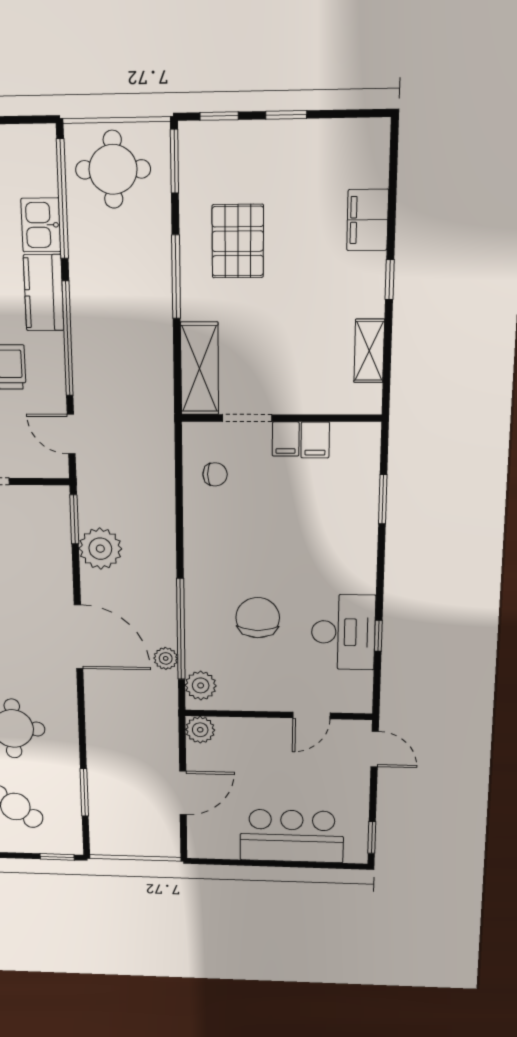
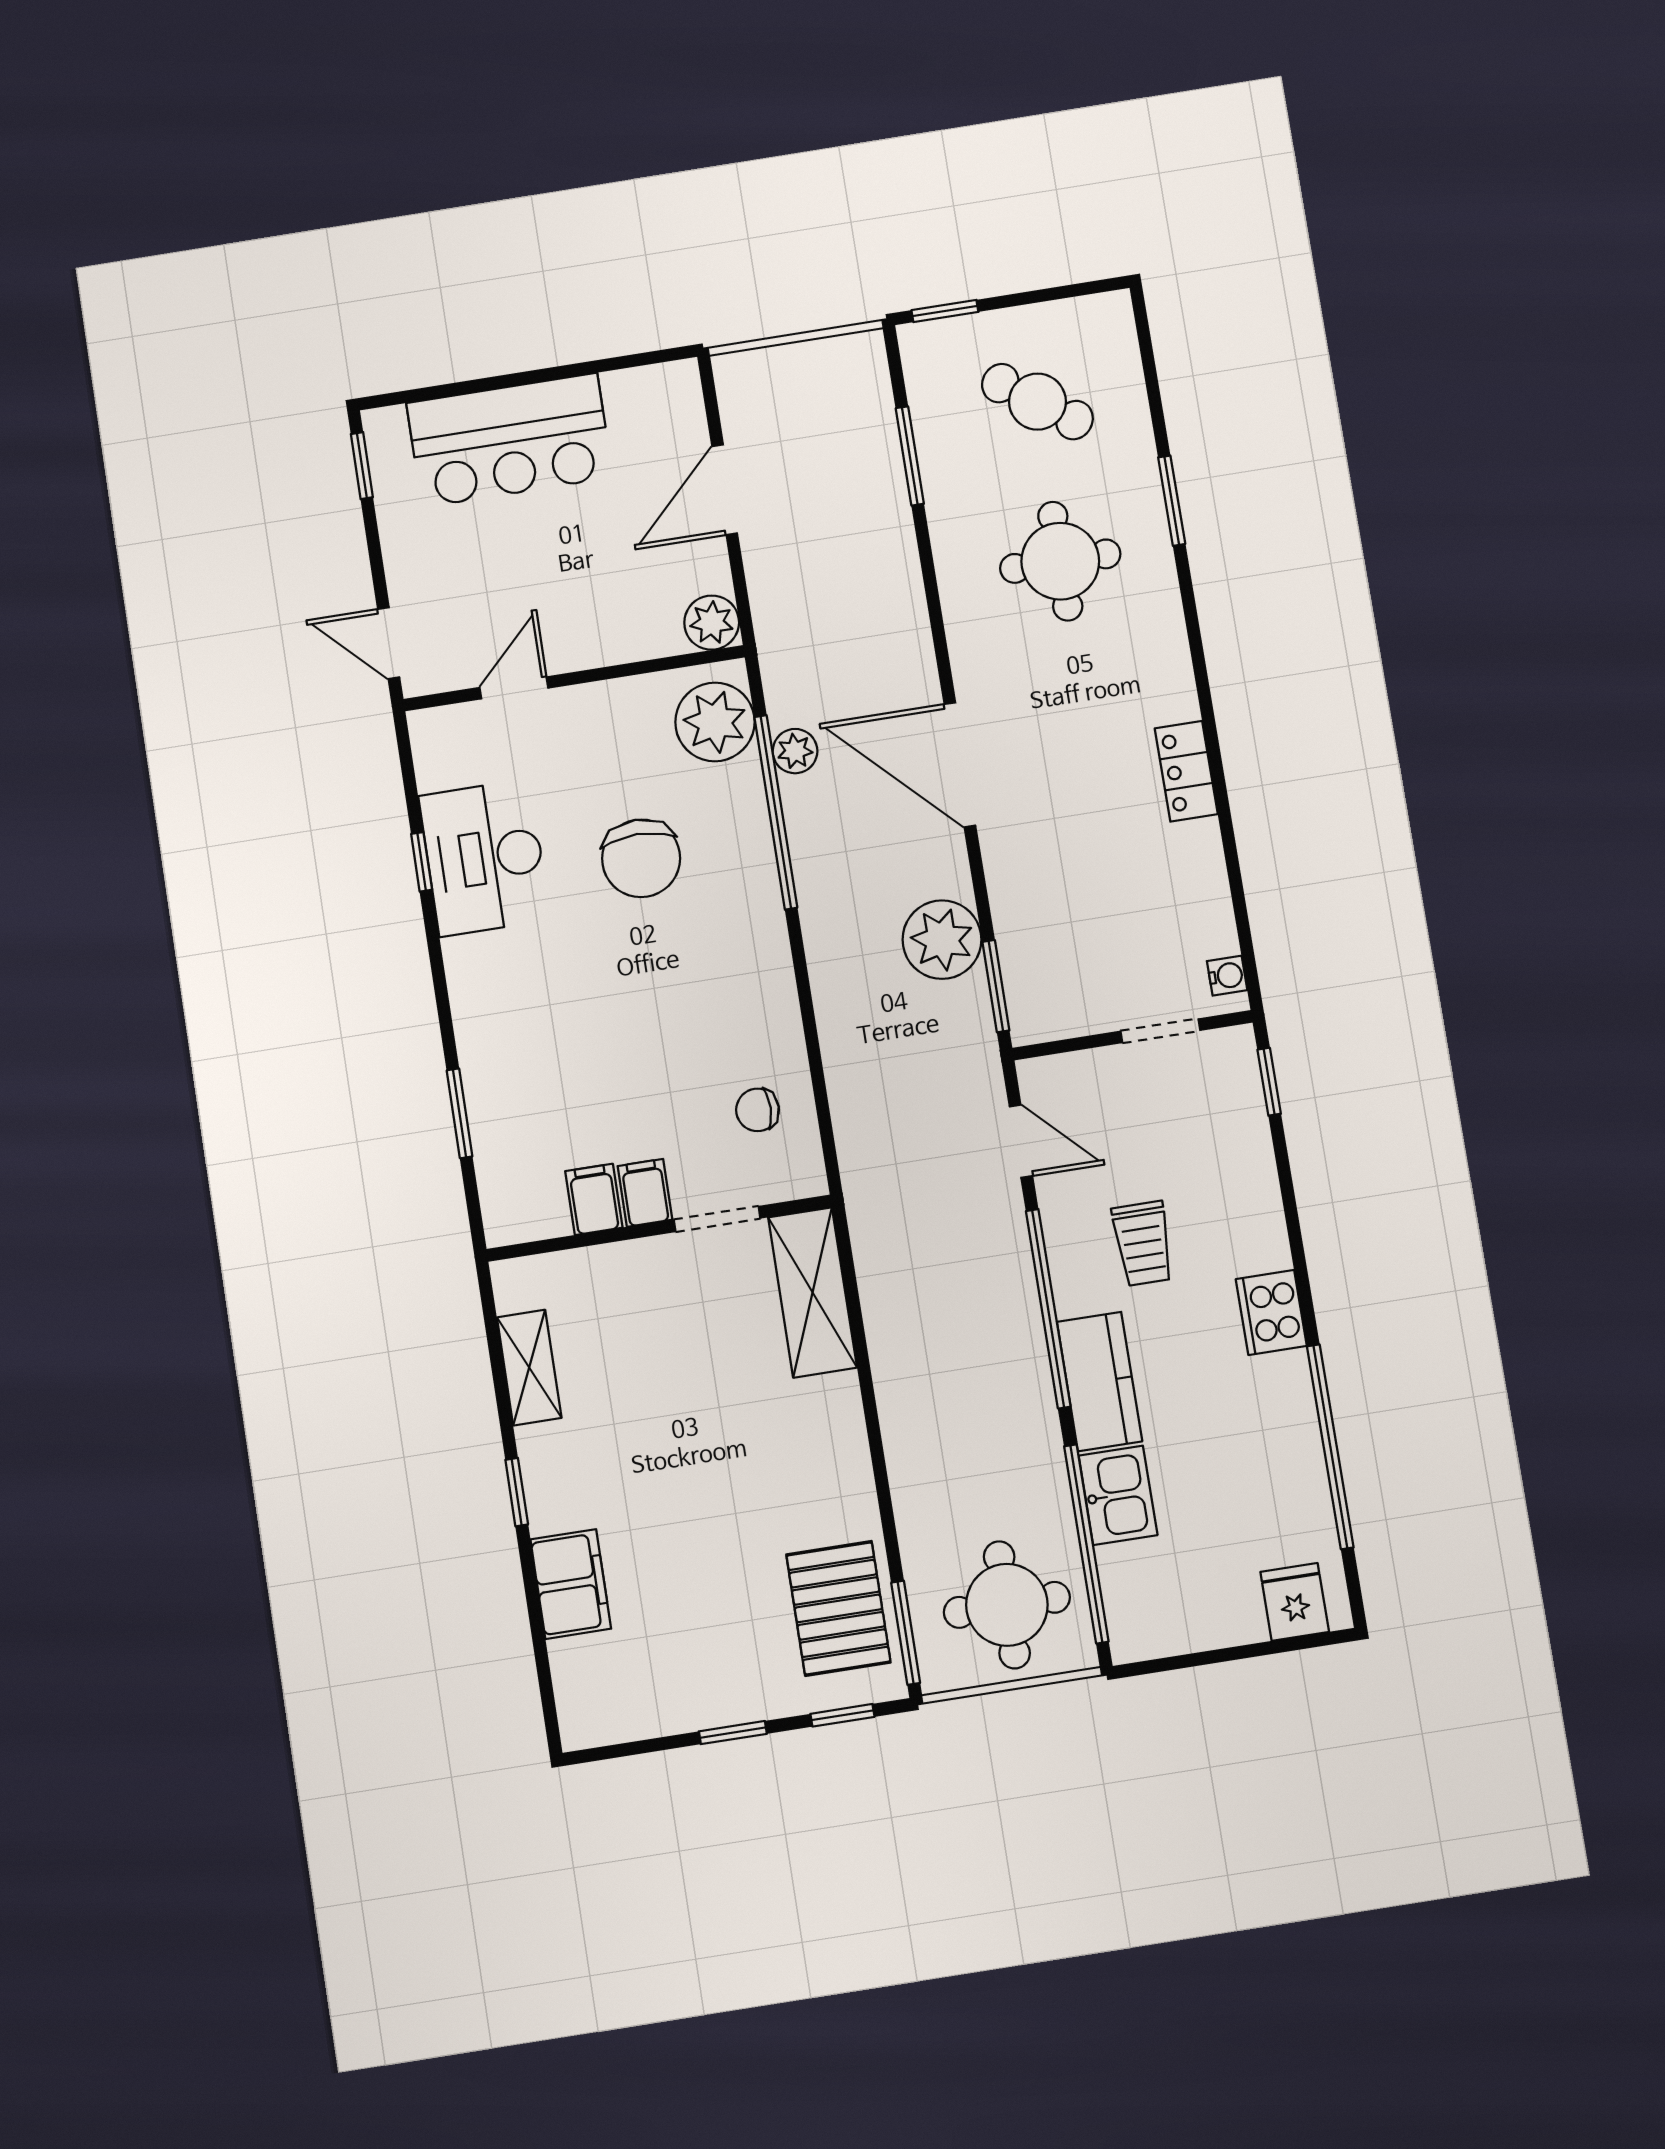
pallet: (238, 241) -> (838, 1608), moved
window: (176, 277) -> (876, 1443), removed
plant: (201, 685) -> (715, 722), width x1.36, depth x1.36

